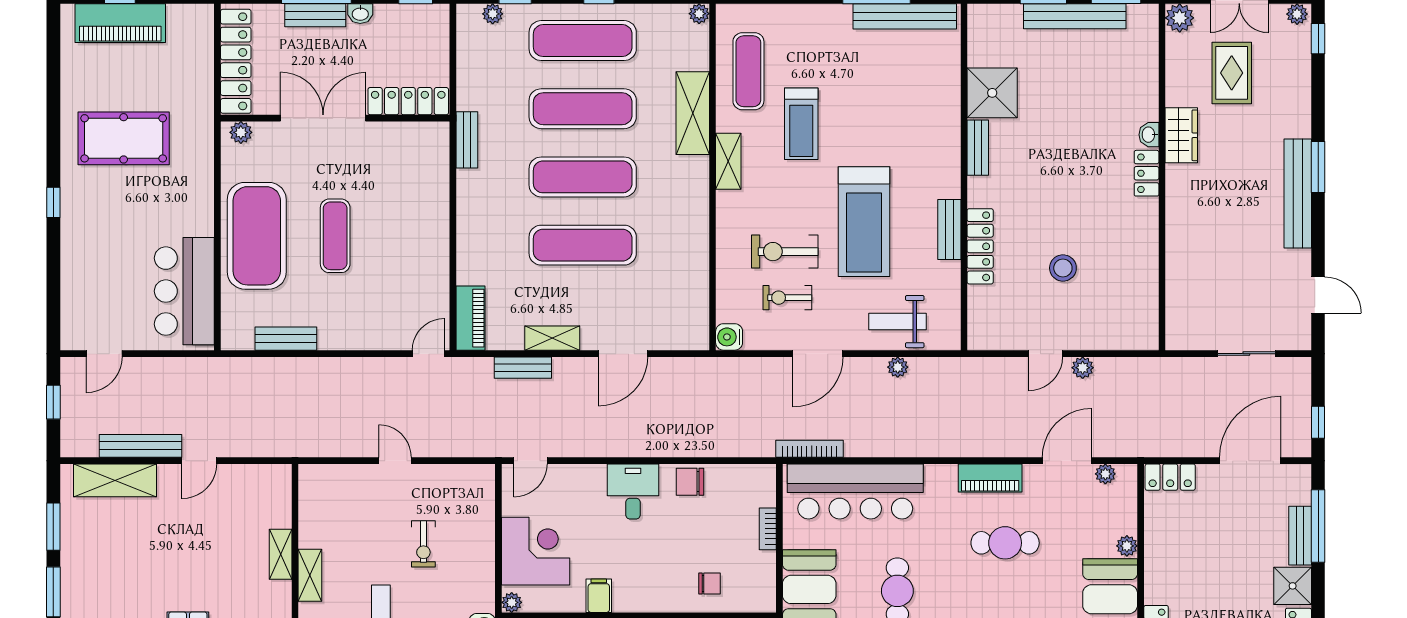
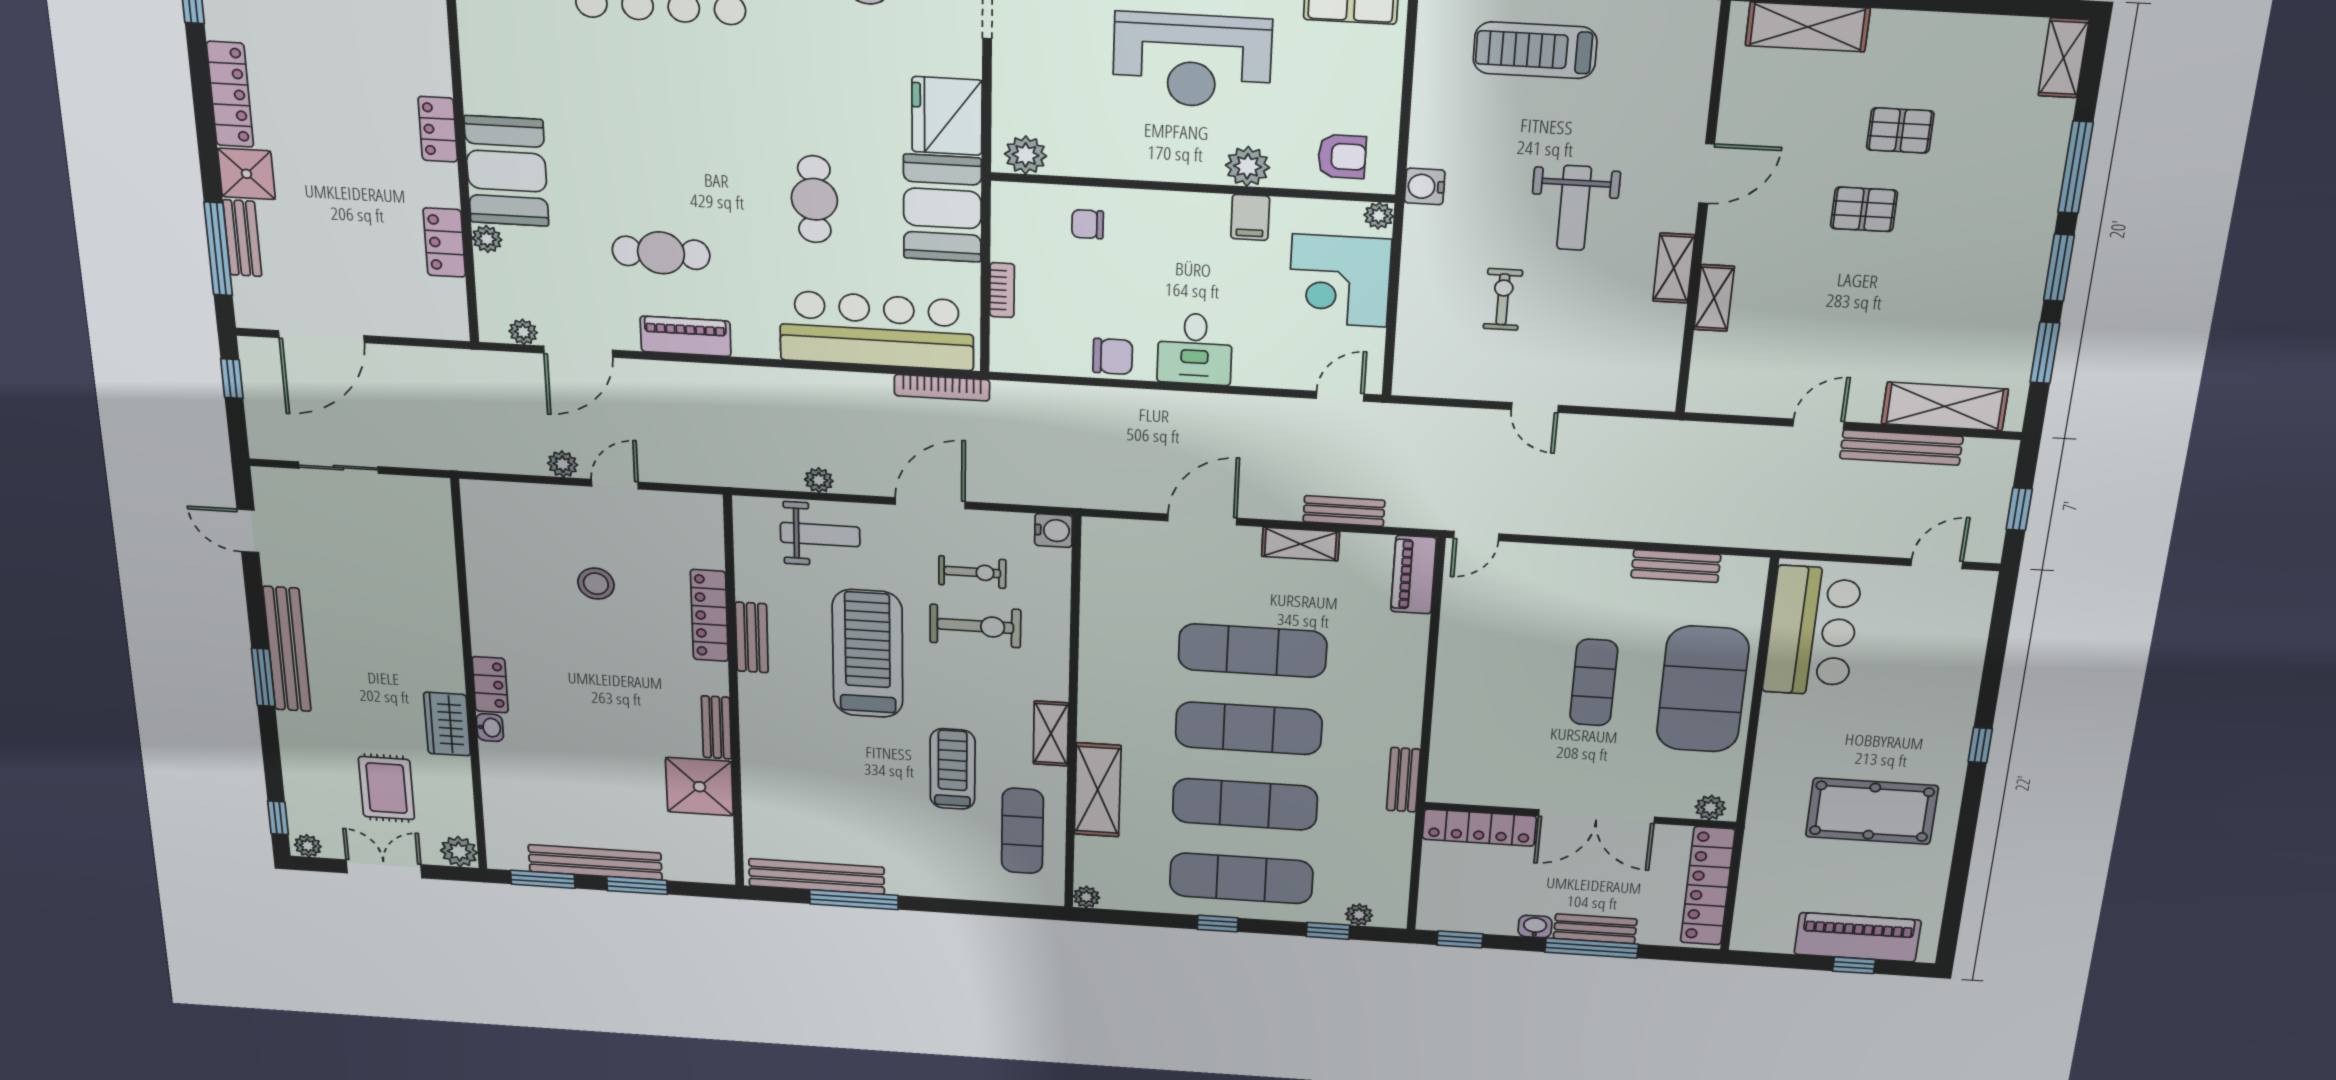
locker: (1170, 477) -> (444, 243), moved, turned -90

